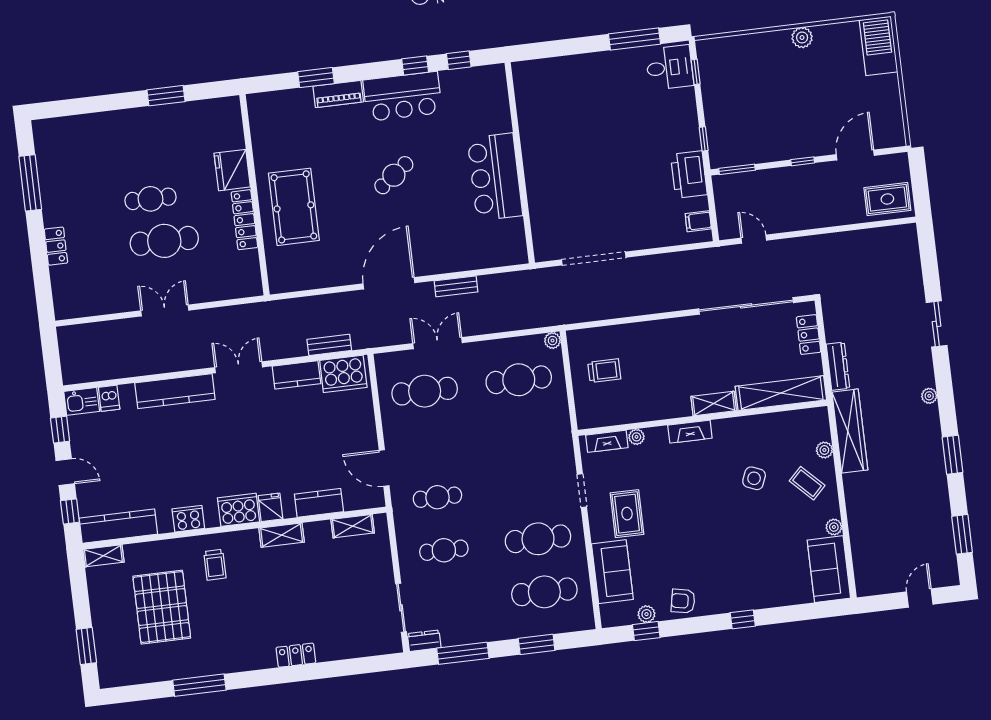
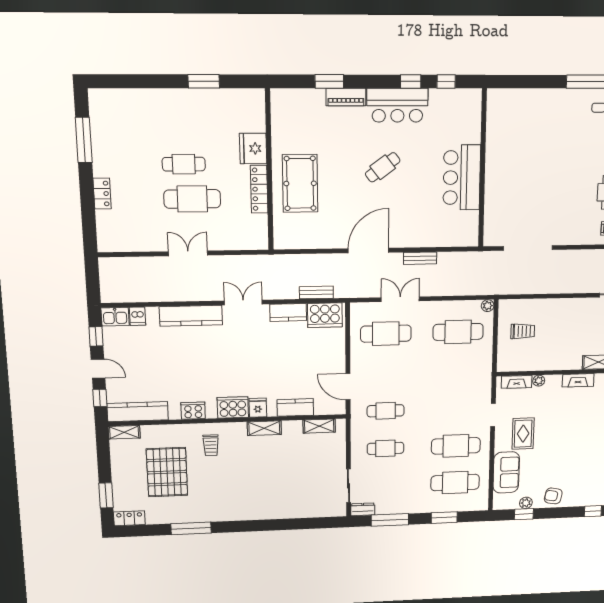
locker: (296, 655) -> (129, 518), moved

